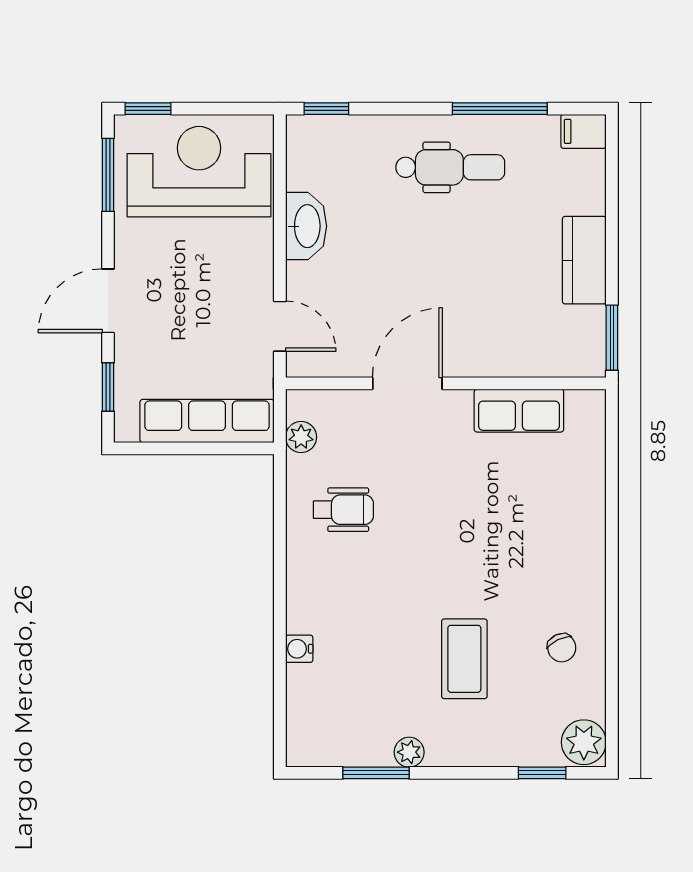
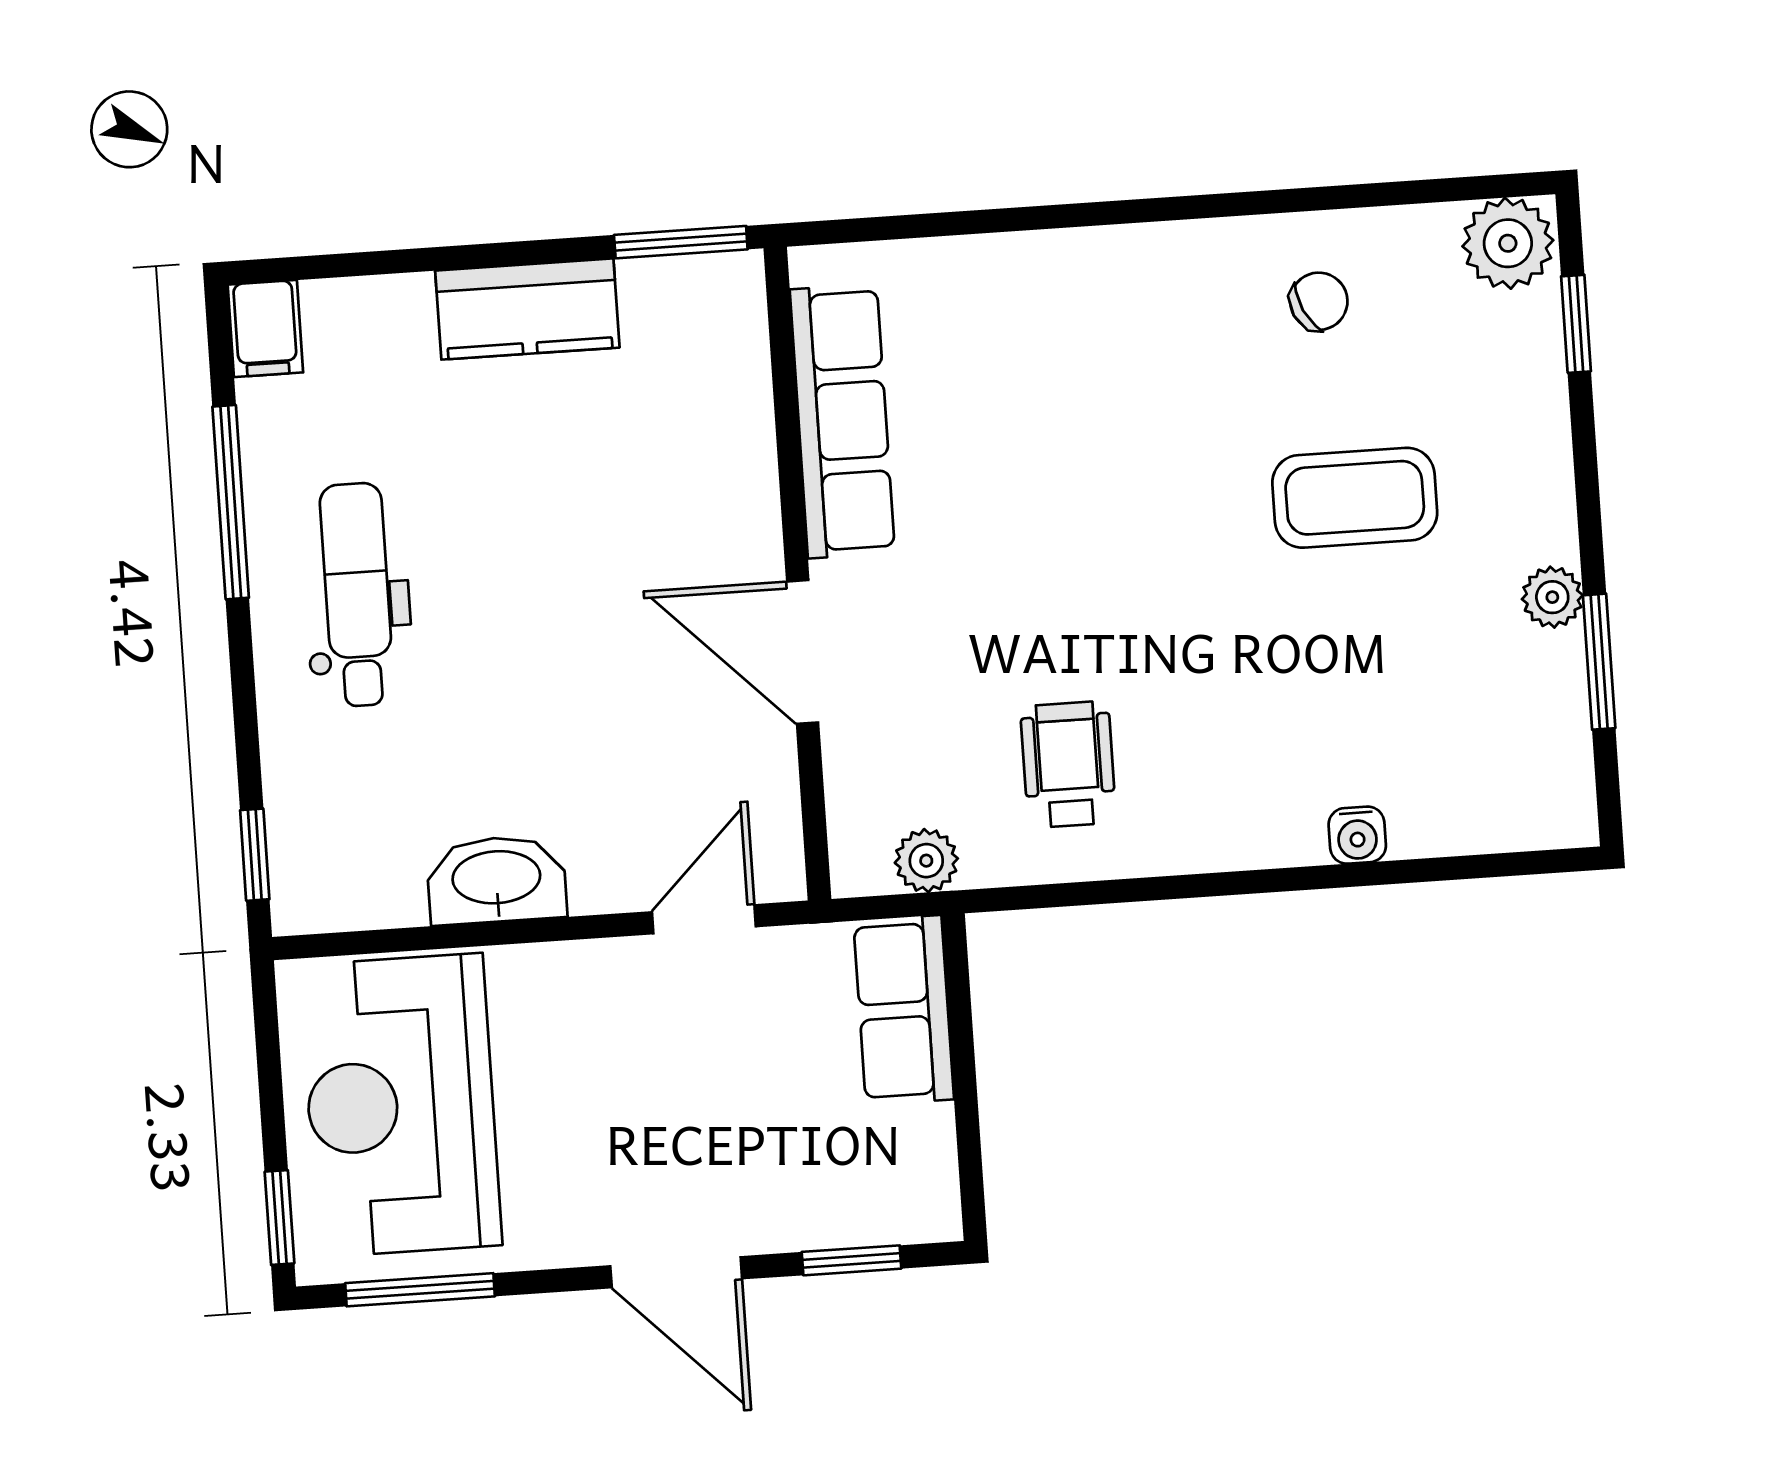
row of seats: (519, 411) -> (842, 421), width x1.48
row of seats: (207, 421) -> (904, 1010), width x0.68

